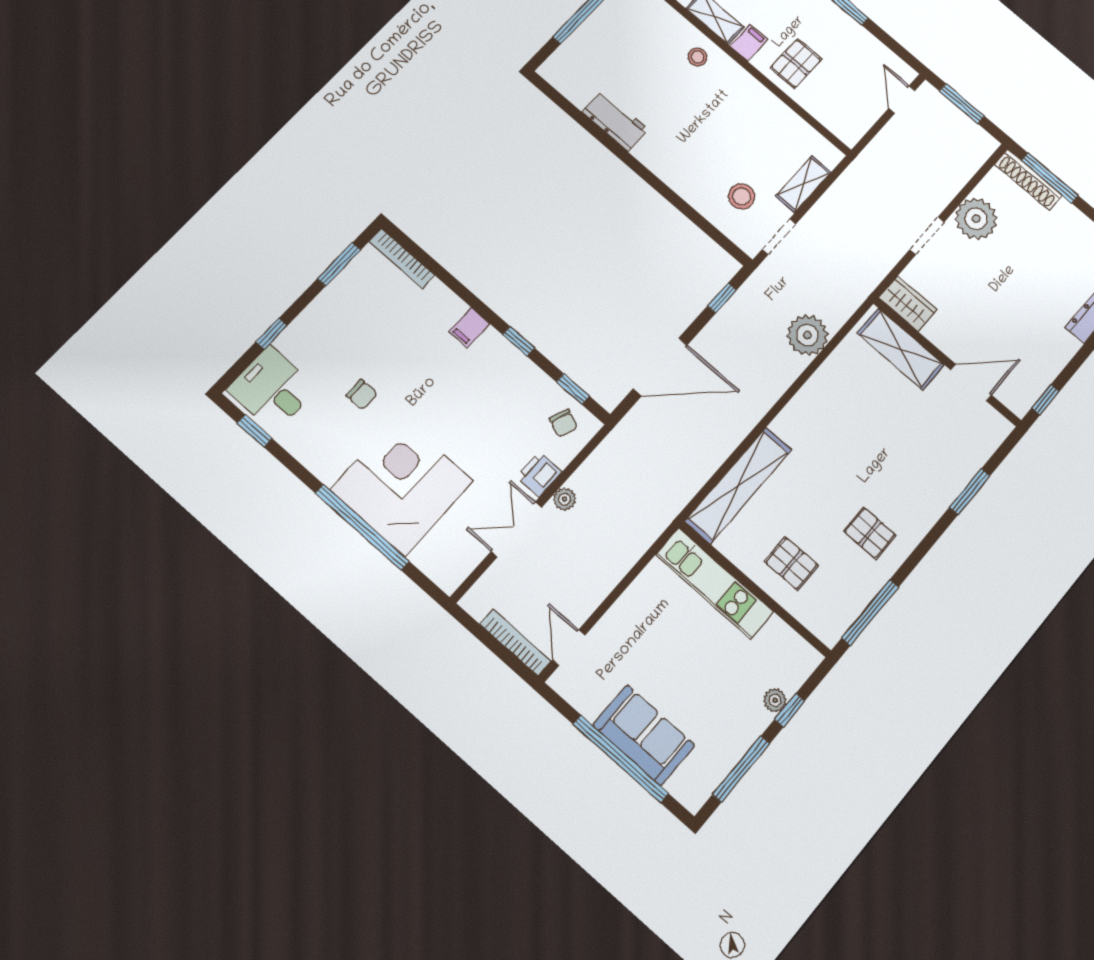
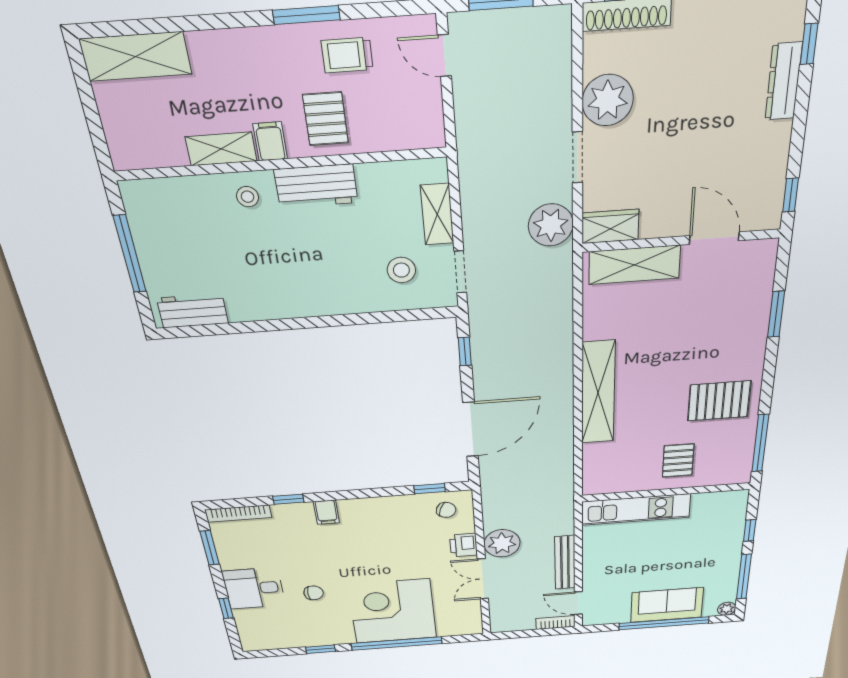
trolley: (846, 45) -> (347, 55), added
workbench: (747, 93) -> (316, 186), added
workbench: (615, 121) -> (193, 311), moved
plant: (807, 335) -> (551, 225), moved
window: (519, 341) -> (288, 499), moved
door: (971, 382) -> (714, 238), hinge flipped
desk: (272, 389) -> (254, 588), moved
window: (255, 431) -> (320, 649), moved
shelving: (738, 485) -> (598, 393), moved
plant: (565, 499) -> (502, 543), width x1.88, depth x1.88
pallet: (870, 533) -> (719, 401), width x1.50, depth x1.42
pallet: (791, 563) -> (678, 461), turned 90
bench: (603, 584) -> (565, 563), added
bookcase: (515, 643) -> (556, 623), width x0.64
plant: (775, 700) -> (727, 609), moved

